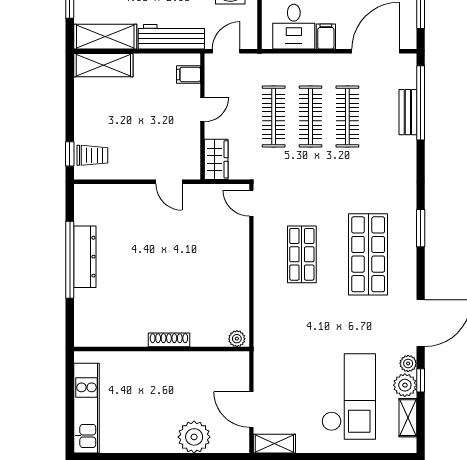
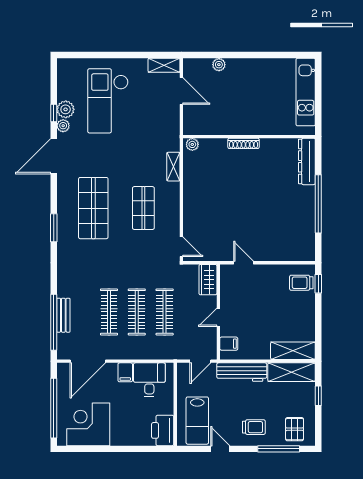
dresser: (85, 257) -> (307, 161), moved
shelving: (408, 418) -> (173, 167), moved
plant: (194, 437) -> (219, 65), width x0.53, depth x0.53

